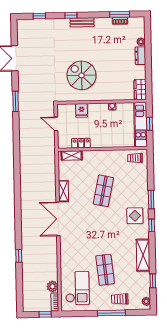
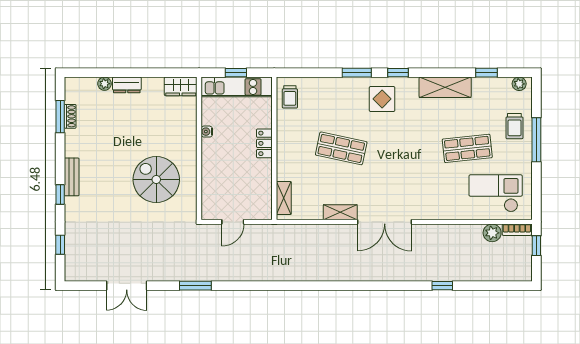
spiral stairs: (82, 75) -> (156, 180), turned 90
fridge: (81, 110) -> (212, 181), removed
locker: (81, 143) -> (264, 143), moved

